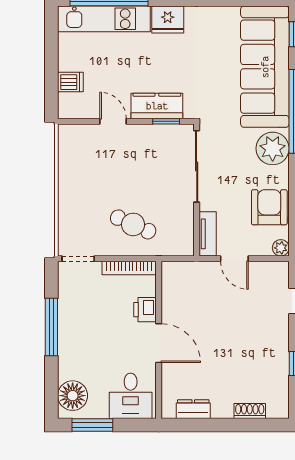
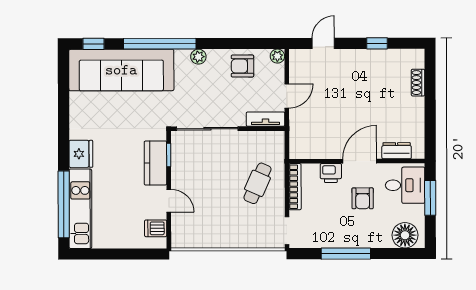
dishwasher: (70, 82) -> (156, 228), moved, turned -90
door: (113, 121) -> (169, 201), swing flipped
plant: (273, 148) -> (198, 57), width x0.53, depth x0.53
armchair: (269, 207) -> (242, 66), width x0.72, depth x0.72
armchair: (116, 346) -> (363, 198), added
dresser: (193, 409) -> (397, 151), moved, turned 90
window: (92, 425) -> (430, 198), moved

